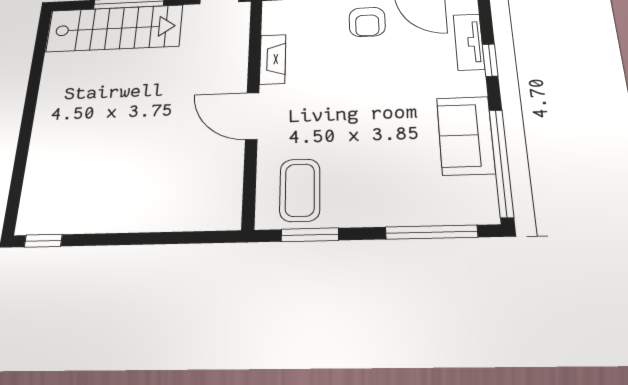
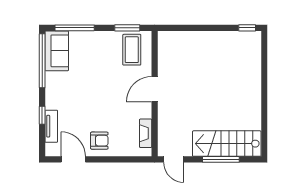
armchair: (367, 22) -> (99, 141), turned 90
fireplace: (273, 59) -> (146, 133), moved
door: (252, 116) -> (155, 89), swing flipped
sofa: (466, 135) -> (57, 51), moved

